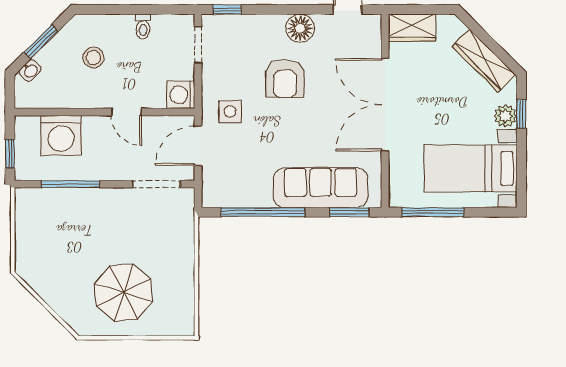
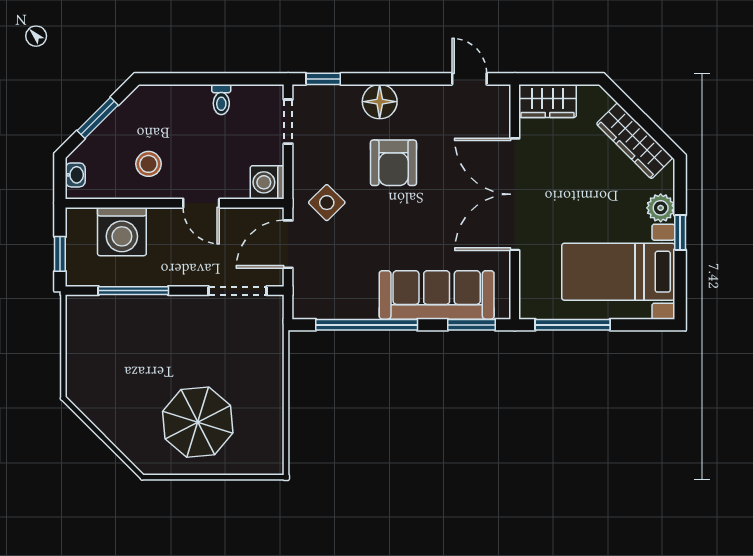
floor lamp: (300, 28) -> (380, 102), moved
stool: (93, 58) -> (148, 164), moved
washbasin: (30, 70) -> (75, 175), moved, turned -45
side table: (230, 112) -> (327, 203), turned 45
window: (521, 114) -> (680, 232), moved

